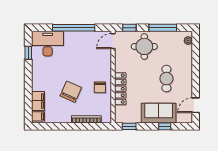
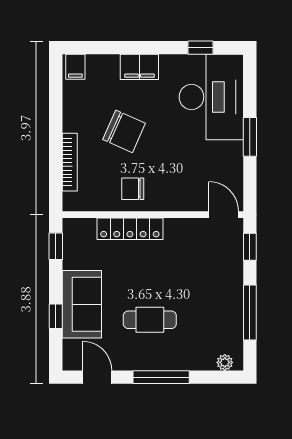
window: (74, 28) -> (250, 137), width x0.47
desk: (48, 44) -> (211, 97), width x1.36, depth x1.30
round table: (144, 46) -> (213, 276), removed
window: (196, 73) -> (161, 377), added
filing cabinet: (38, 101) -> (139, 67), moved

